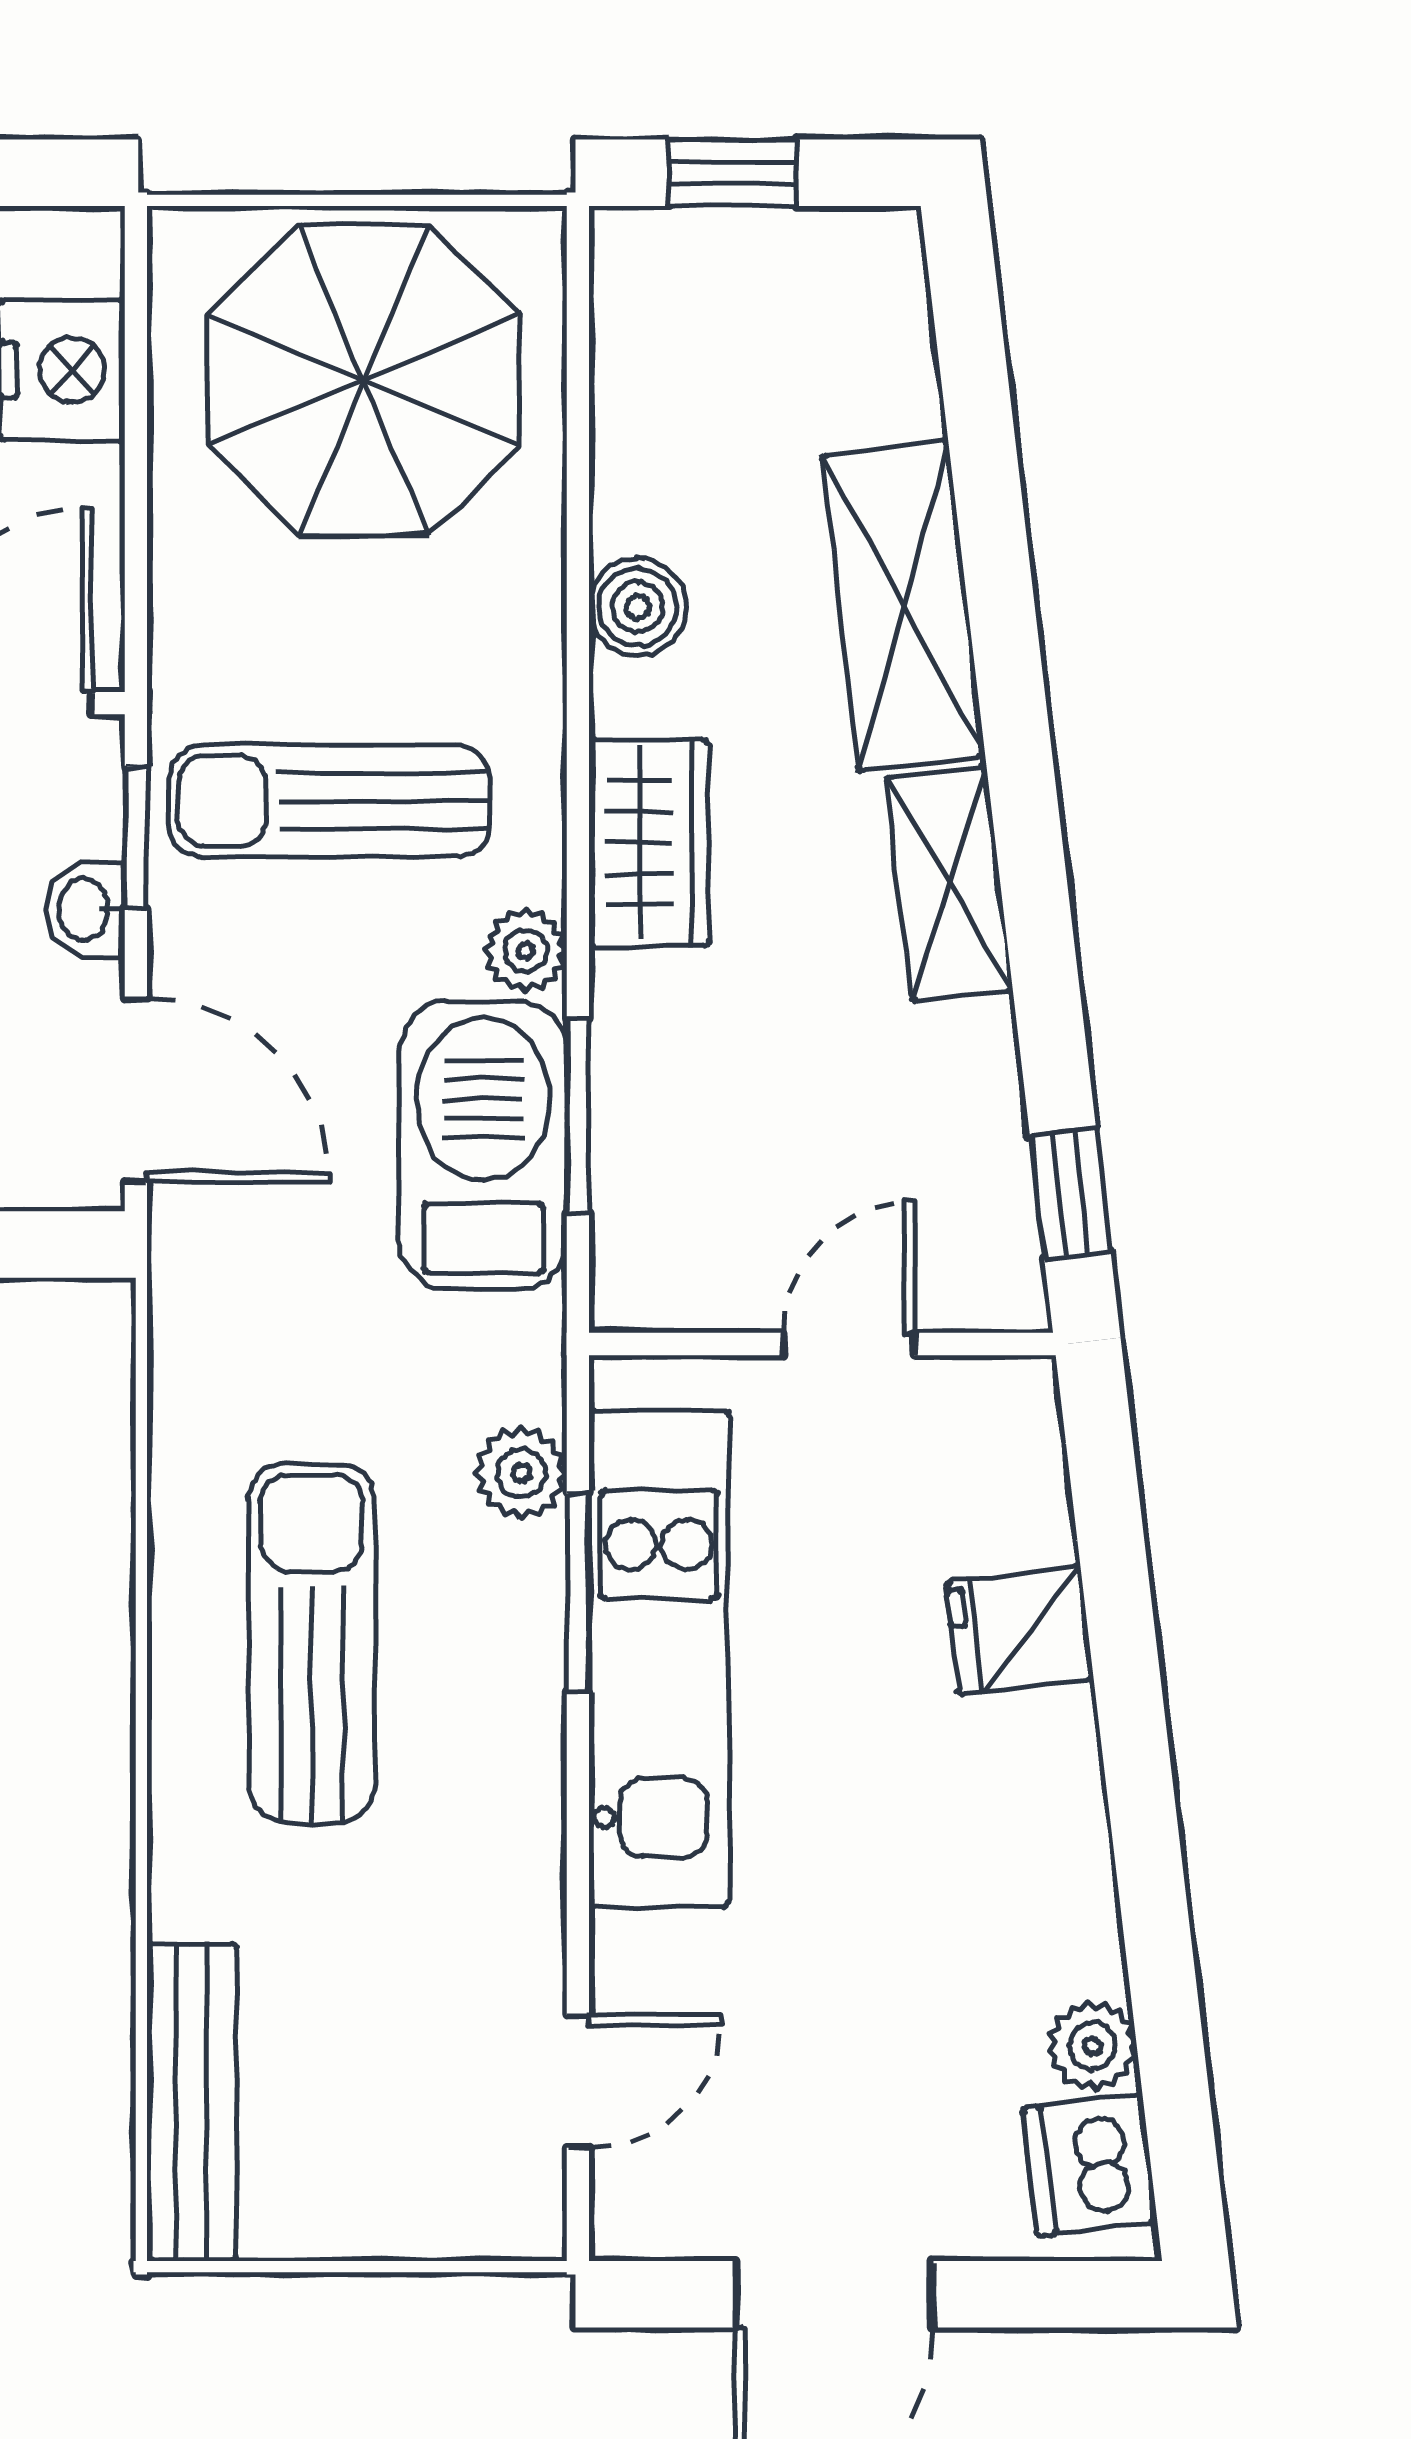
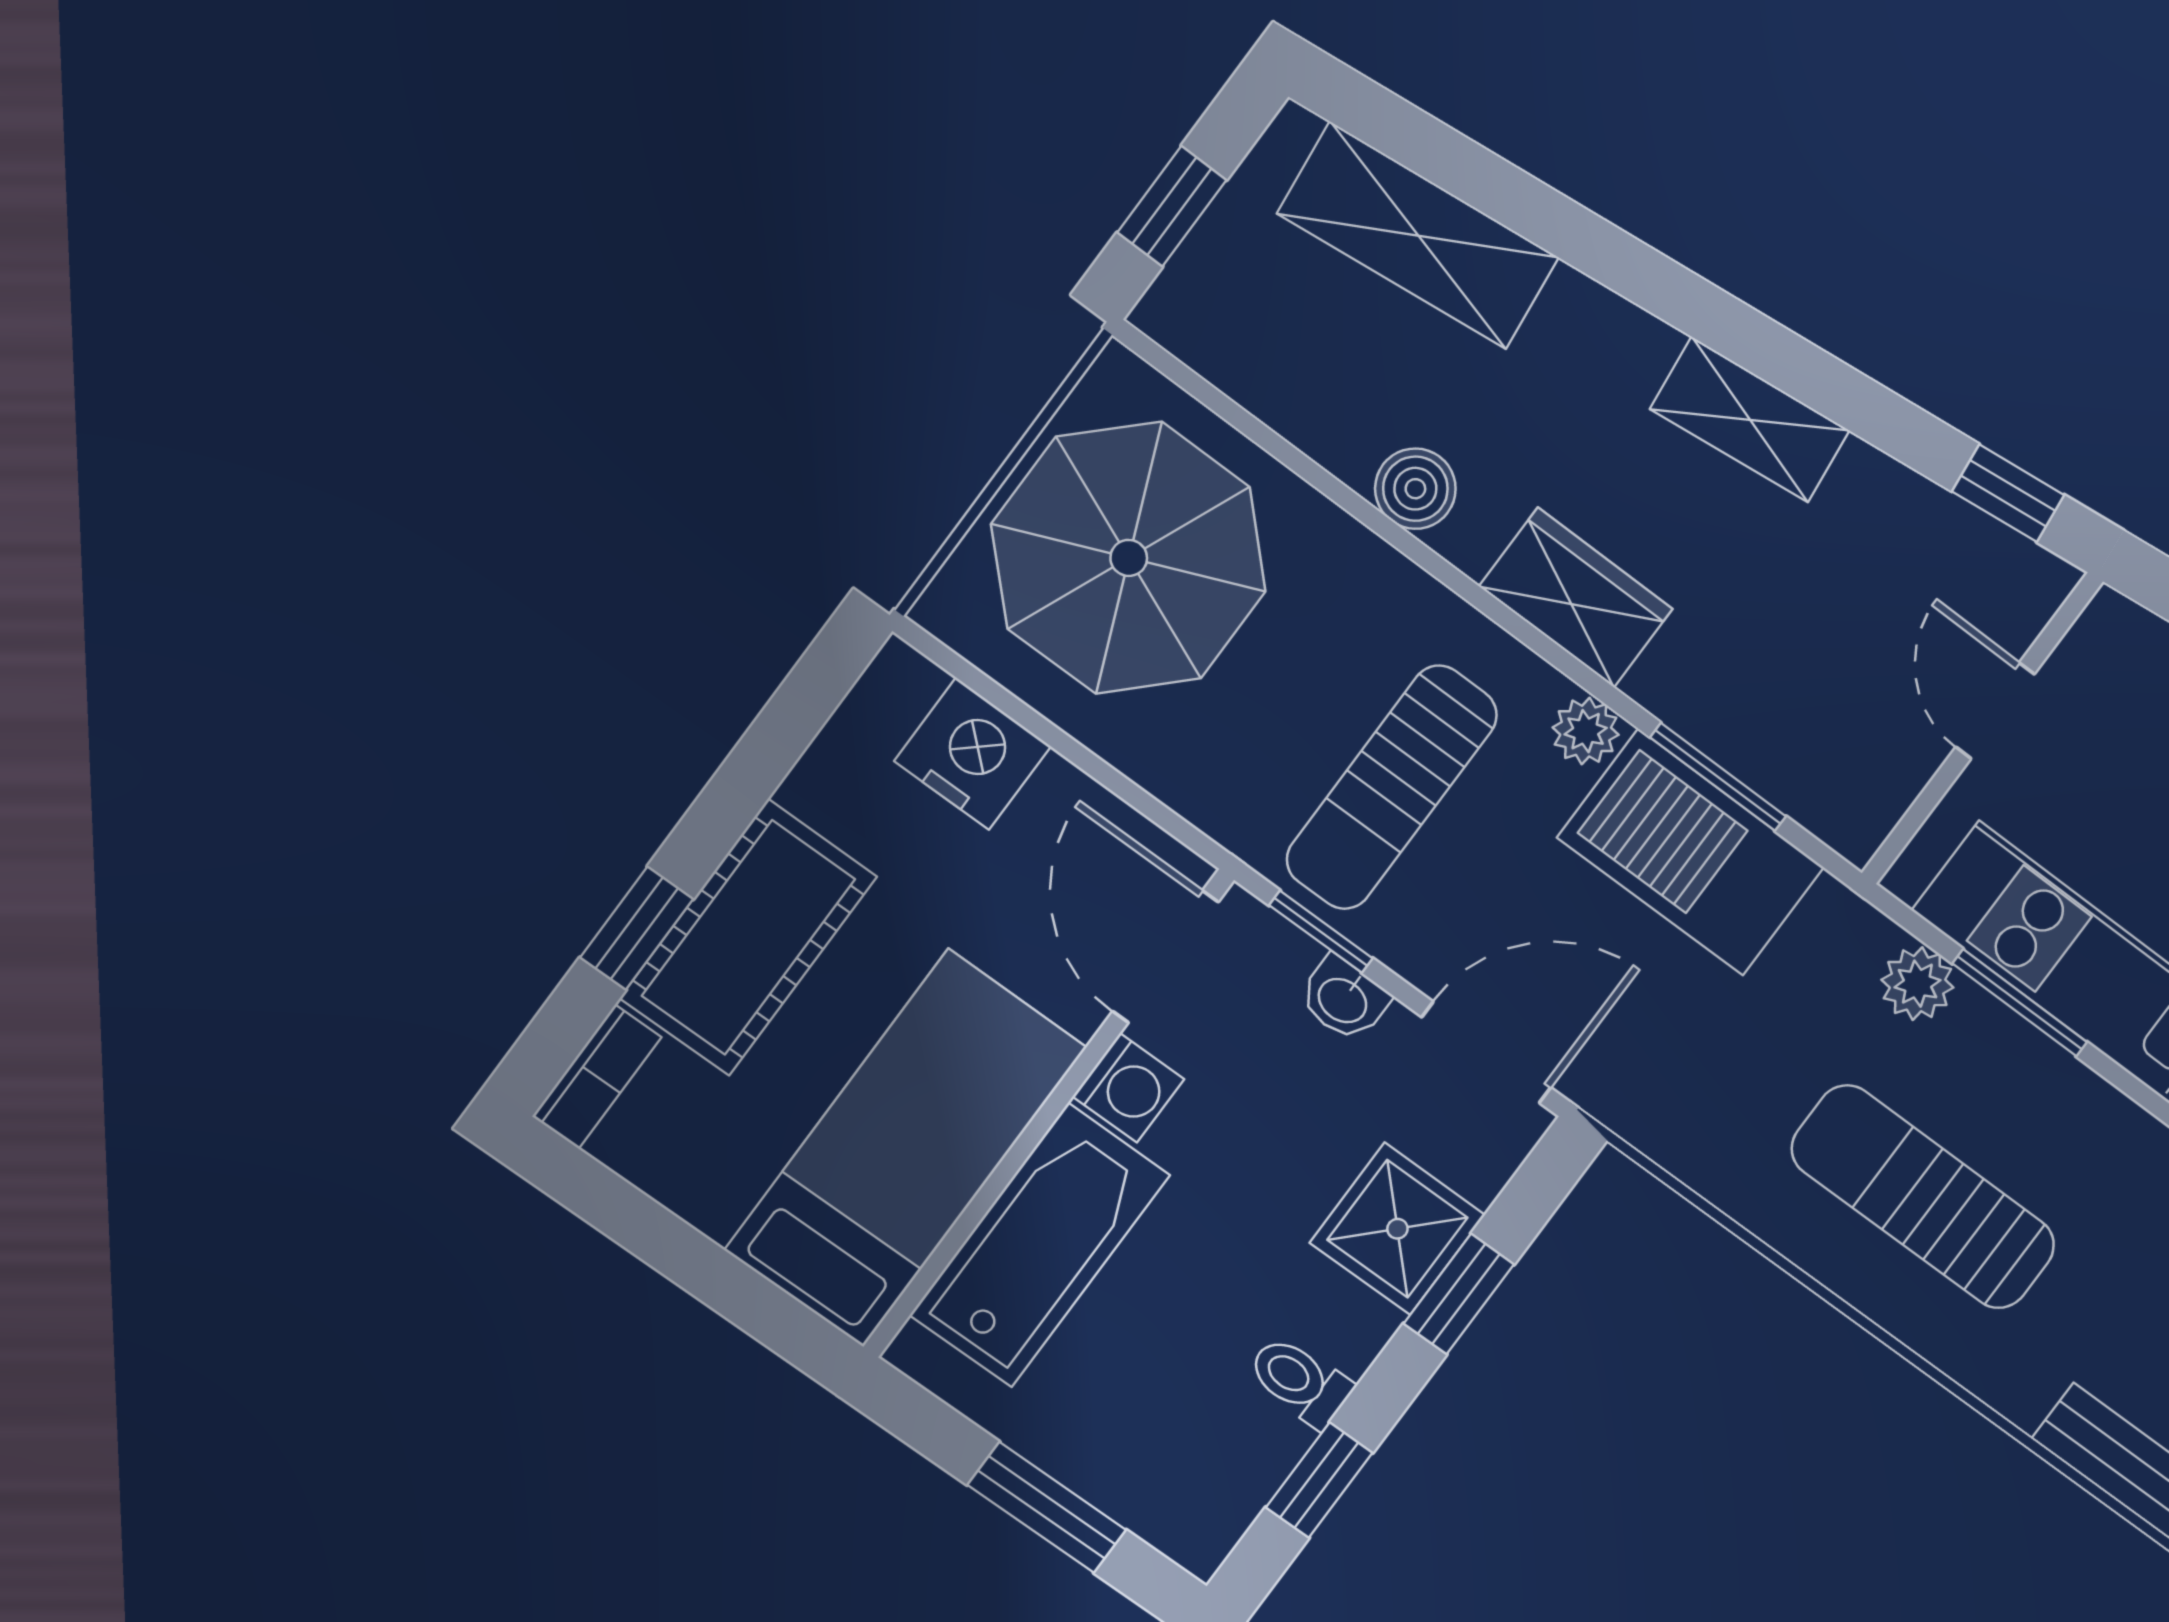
shelving: (904, 606) -> (1418, 236), moved

